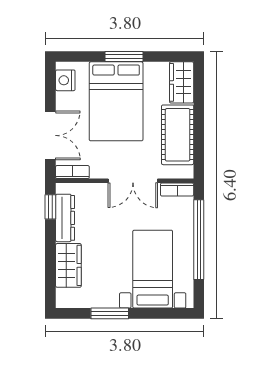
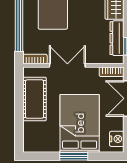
wardrobe: (182, 82) -> (32, 137), removed

